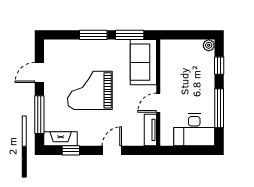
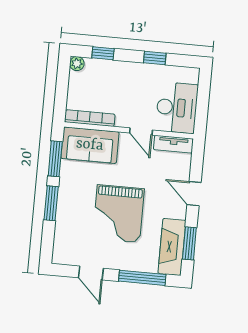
bookcase: (165, 60) -> (90, 118), added
window: (219, 108) -> (155, 58), width x0.46
desk: (194, 130) -> (177, 108), moved
fireplace: (61, 139) -> (172, 247), width x1.37, depth x1.32
window: (71, 150) -> (189, 243), width x1.50

